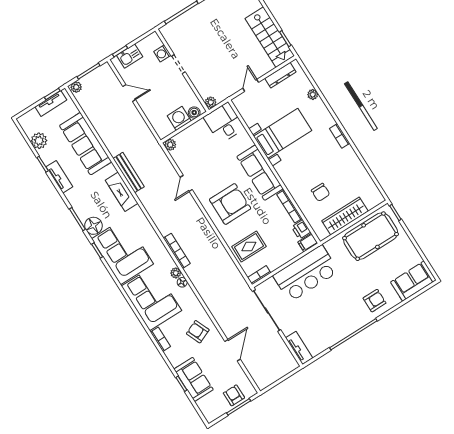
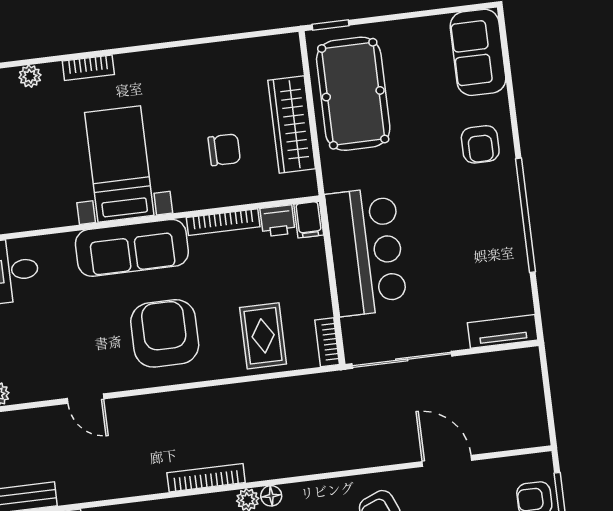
bed with nightstands: (283, 133) -> (119, 164), moved
bookcase: (340, 136) -> (88, 68), moved
armchair: (375, 301) -> (480, 144), turned 180

